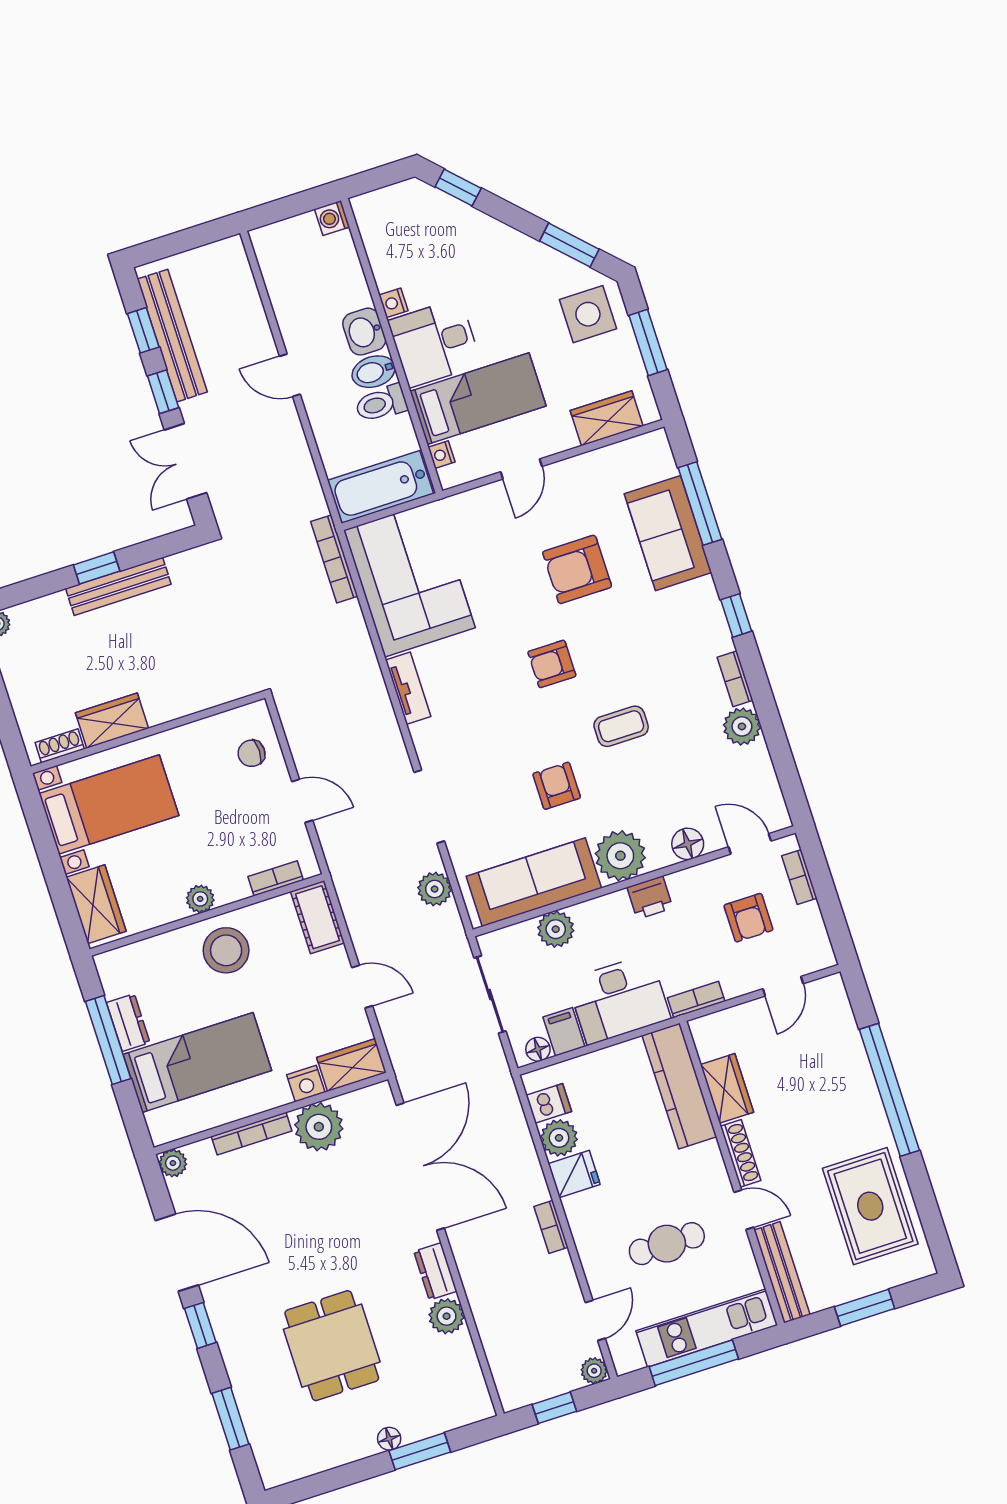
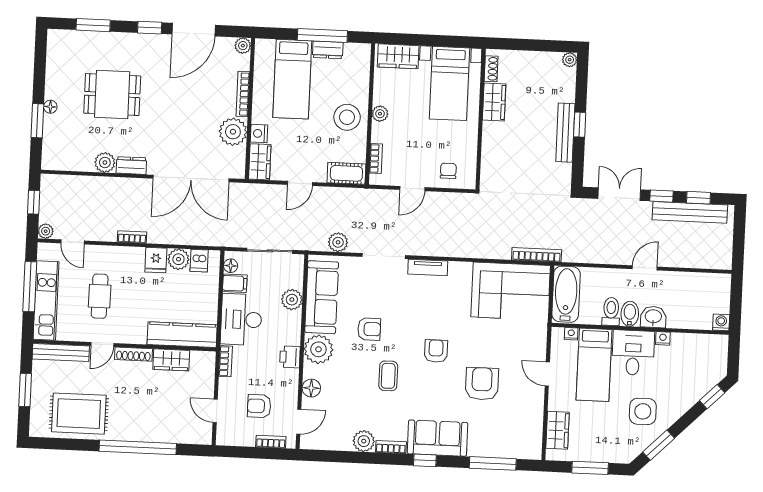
side table: (588, 314) -> (643, 411), moved
sofa: (668, 533) -> (437, 438), moved
tv unit: (408, 688) -> (428, 267), moved

